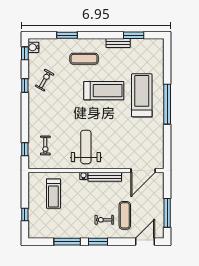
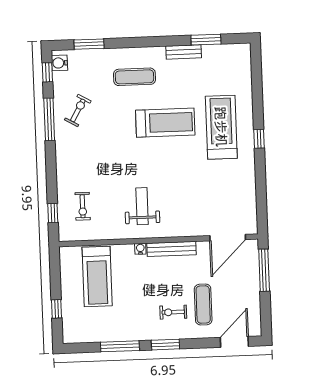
window: (67, 35) -> (89, 44), moved
window: (25, 85) -> (49, 119), width x2.17
window: (167, 104) -> (259, 139), width x0.32
weight bench: (86, 147) -> (142, 206), width x0.73, depth x0.75
treadmill: (53, 194) -> (97, 276), width x1.37, depth x1.38
window: (167, 213) -> (264, 270), moved

